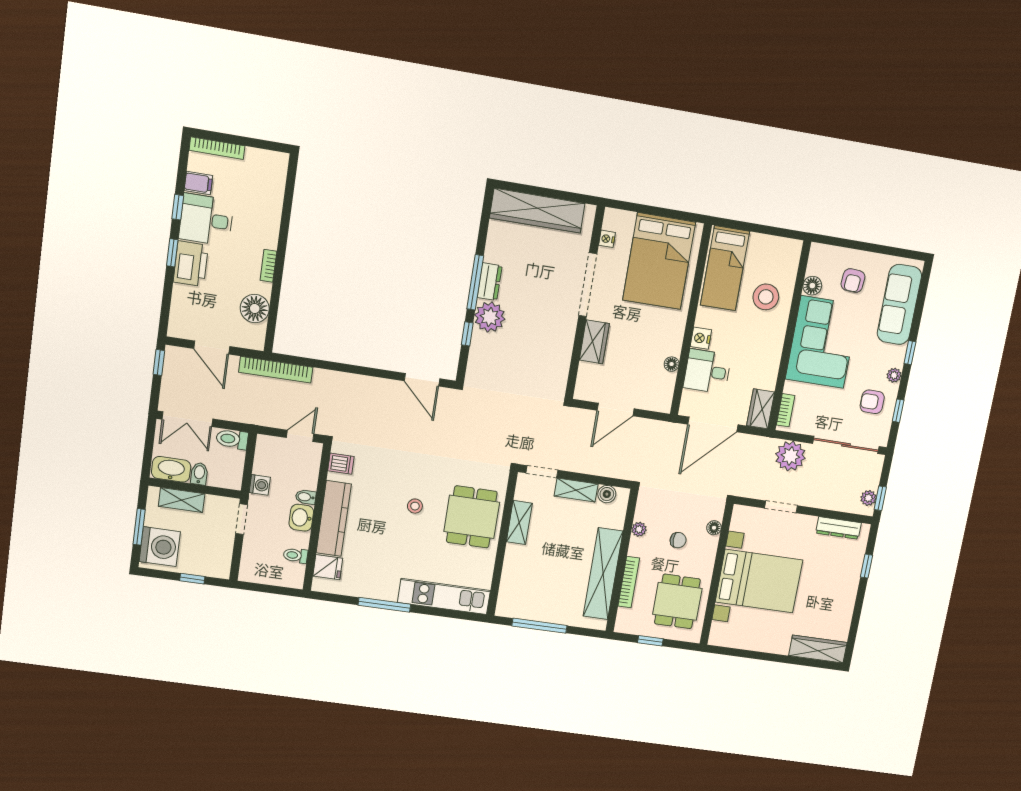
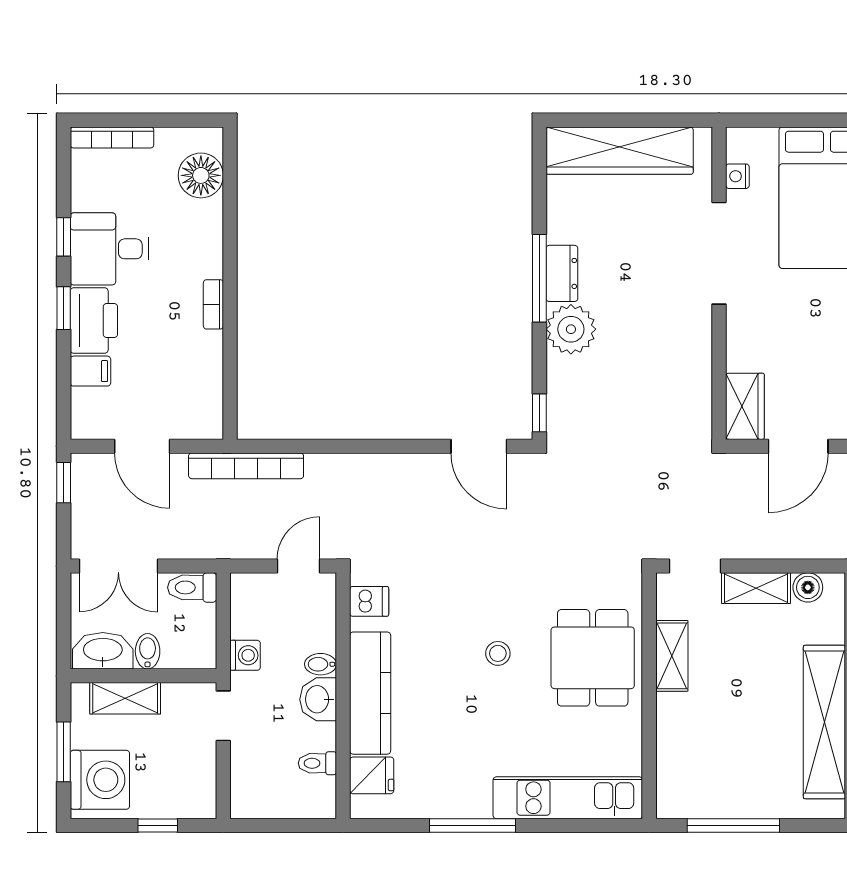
filing cabinet: (198, 183) -> (90, 371), moved
floor lamp: (255, 309) -> (201, 175), moved
window: (467, 334) -> (539, 413), moved
wardrobe: (594, 342) -> (745, 406), moved

